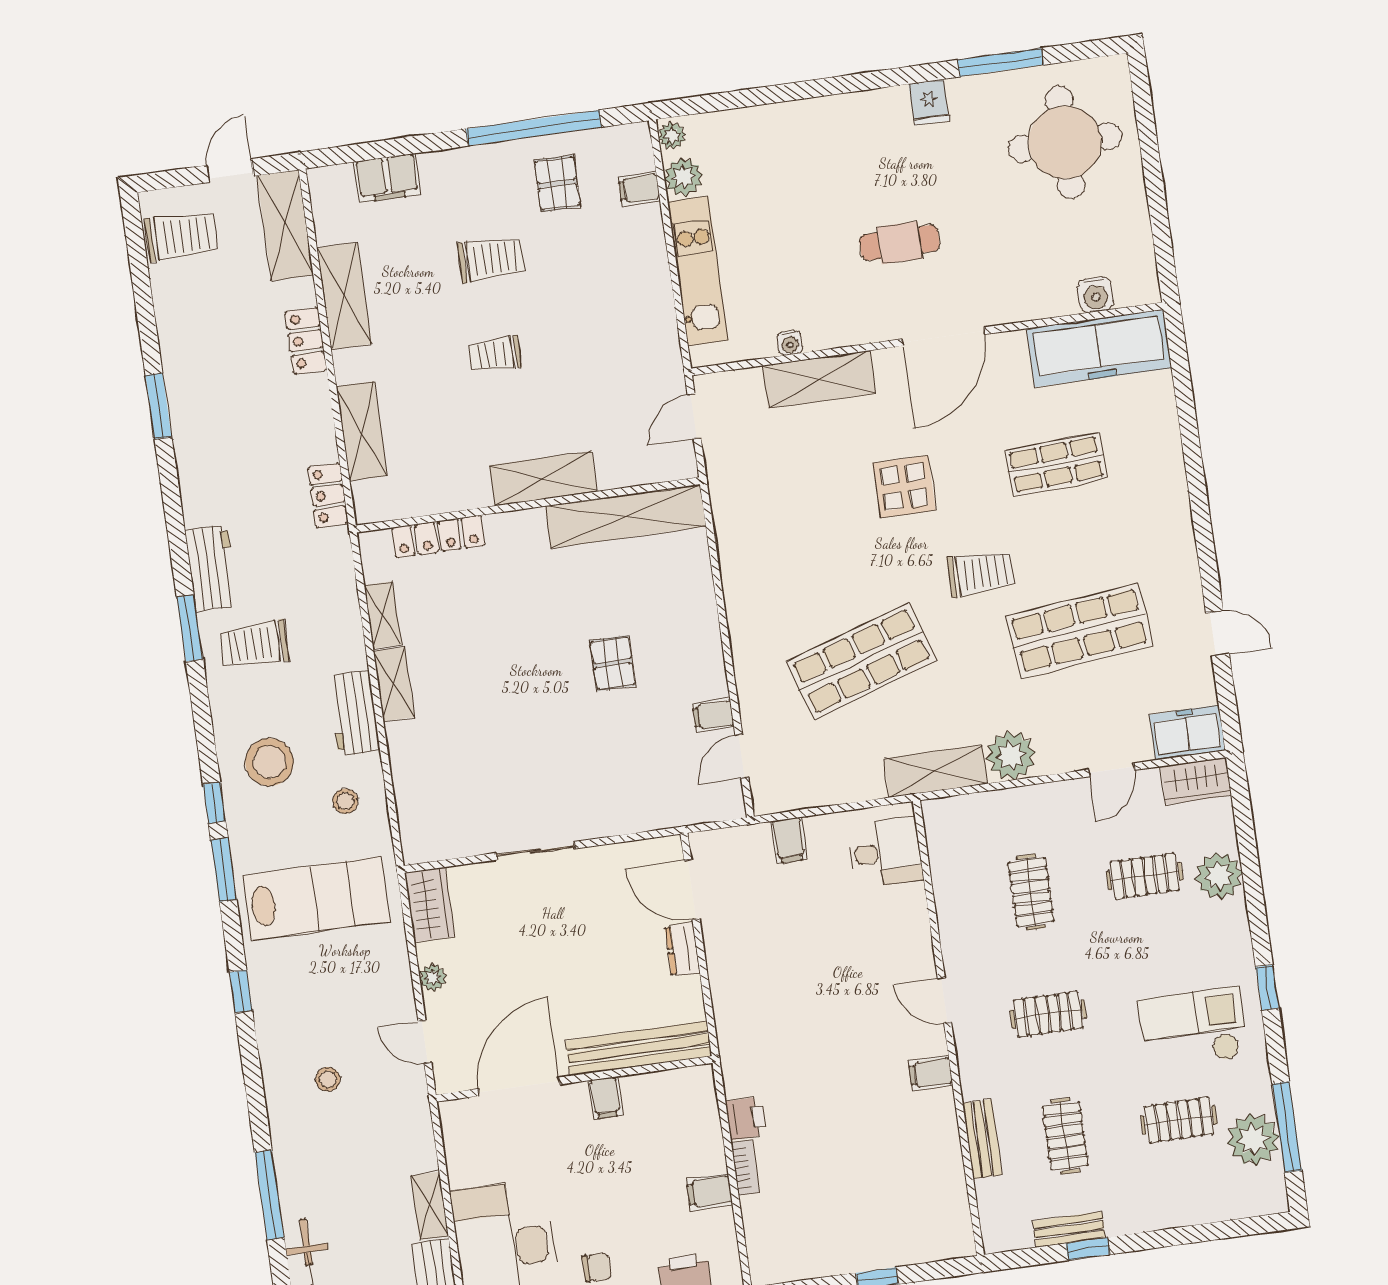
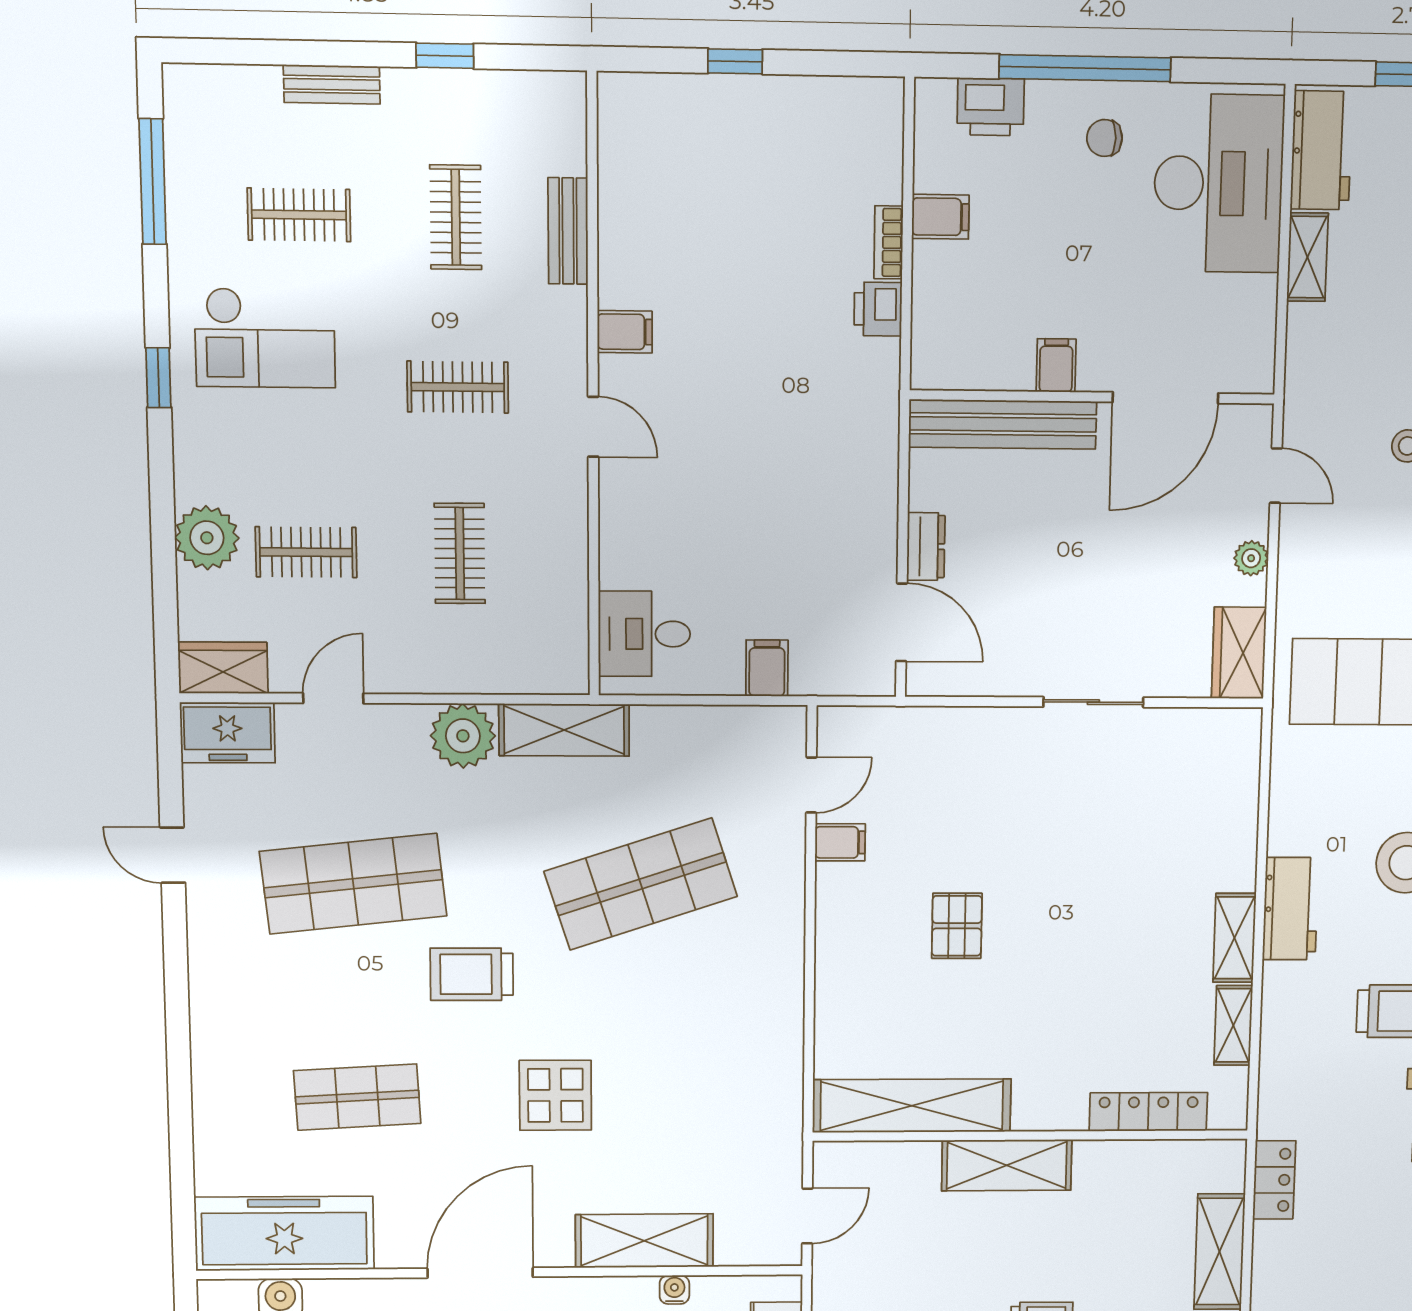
stool: (345, 801) -> (1321, 800), removed
plant: (1253, 1139) -> (201, 172), removed
bench: (1069, 1229) -> (332, 84), moved

